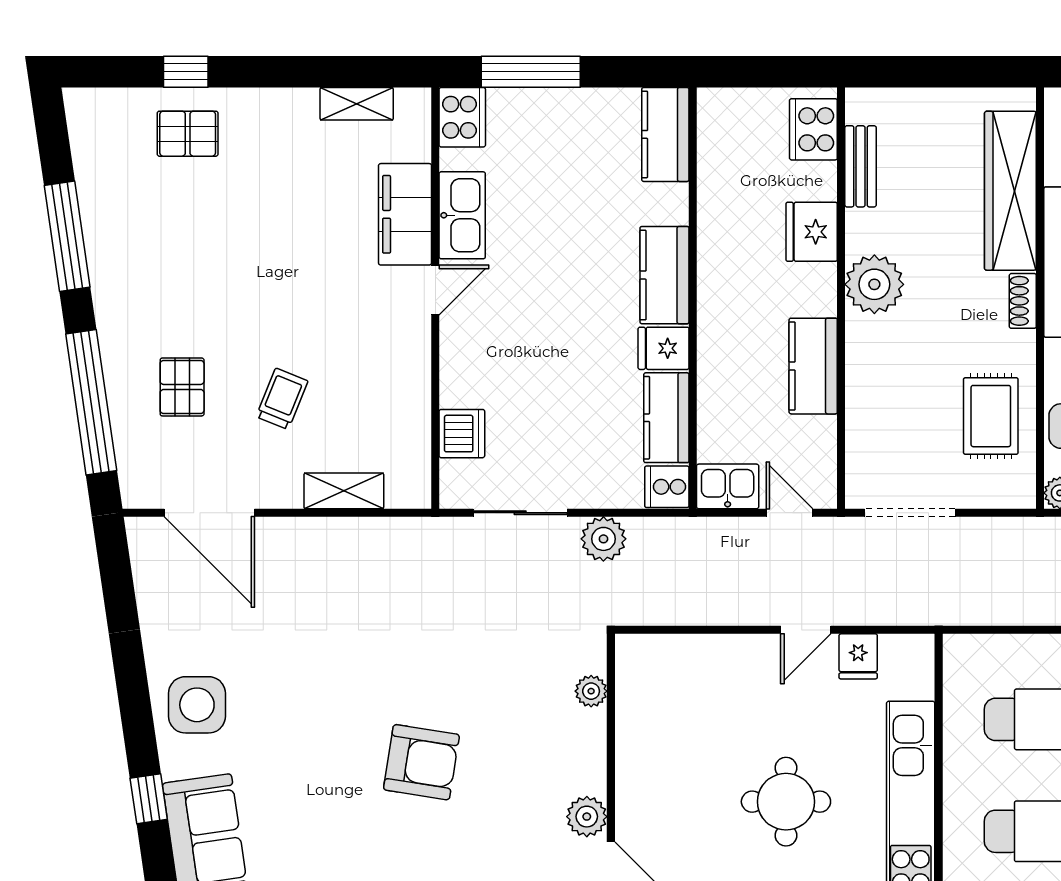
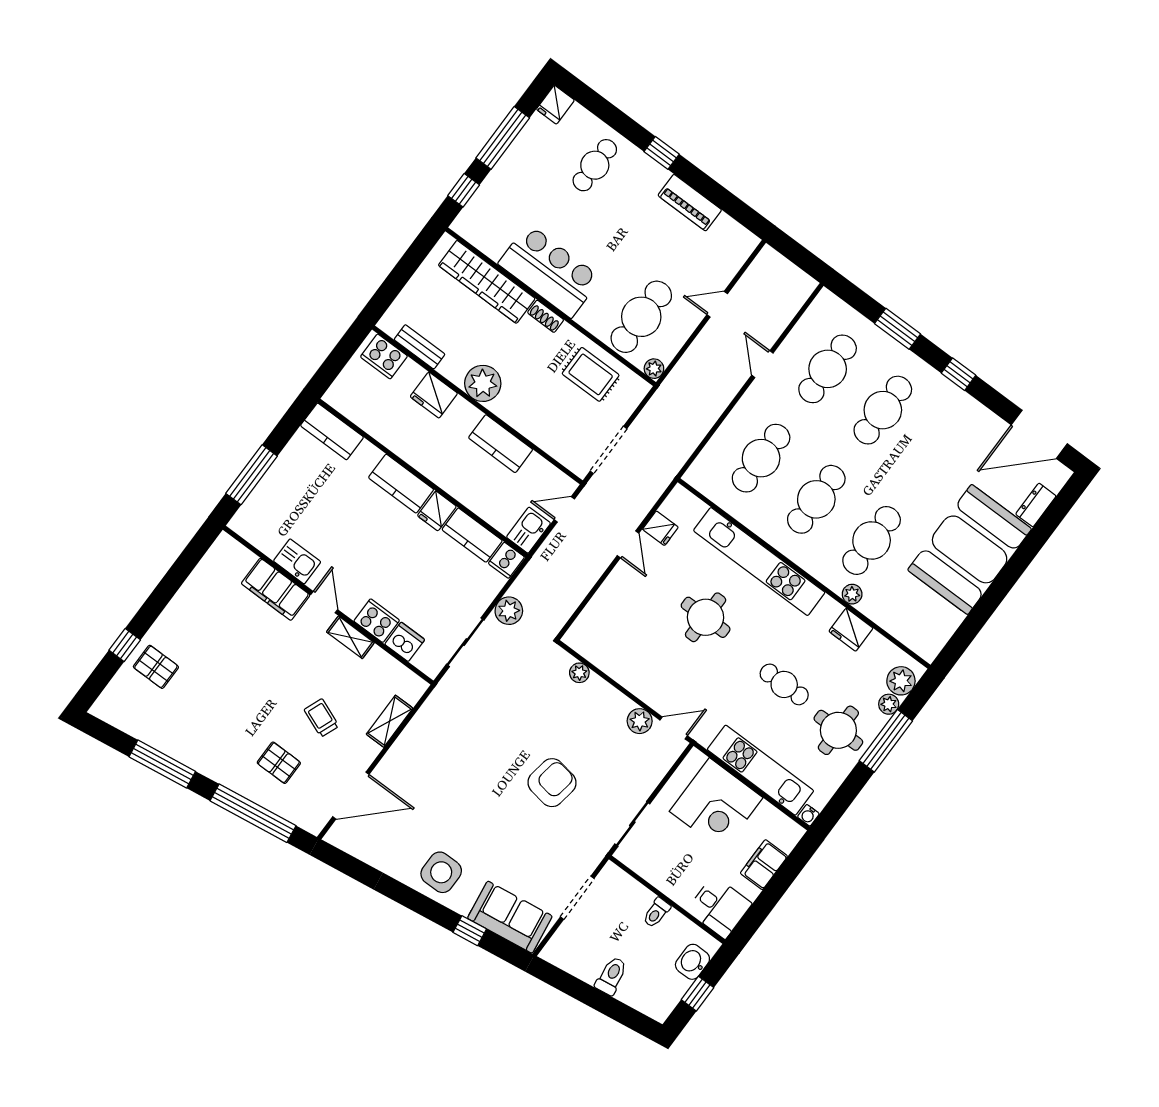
shelving: (357, 104) -> (350, 637), moved, turned 90
cooker: (462, 117) -> (377, 621), moved
pallet: (188, 134) -> (156, 667), turned 90
kitchen sink: (462, 215) -> (297, 561), width x0.73

